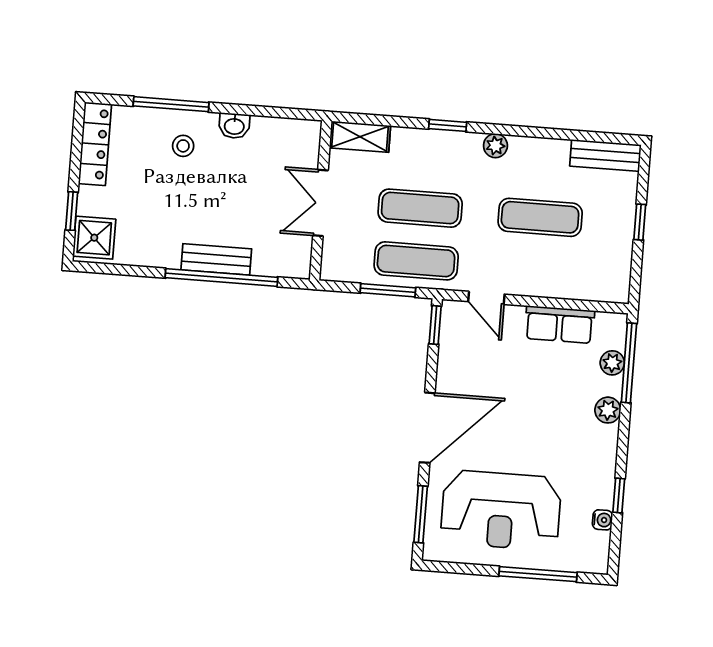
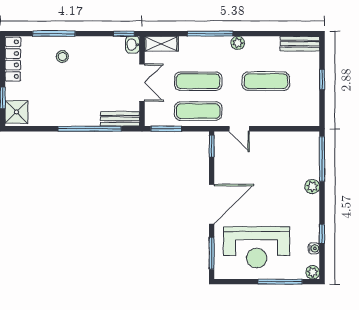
window: (295, 114) -> (124, 34), added
window: (448, 125) -> (210, 34), width x2.17
washbasin: (234, 126) -> (133, 45), moved, turned 90
double door: (320, 203) -> (142, 83), swing flipped
bench: (216, 259) -> (120, 119), moved
window: (388, 290) -> (166, 129), moved
row of seats: (560, 325) -> (281, 141), removed
plant: (612, 363) -> (313, 272), moved

